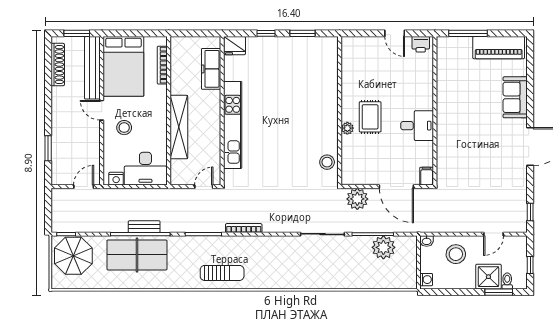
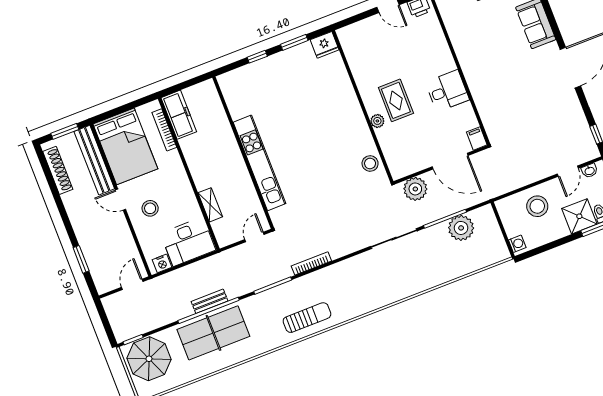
fridge: (235, 46) -> (325, 45), moved
freezer: (211, 69) -> (179, 115), moved, turned 180
shelving: (179, 127) -> (210, 205), width x0.45, depth x0.75
washbasin: (427, 241) -> (590, 171), moved

